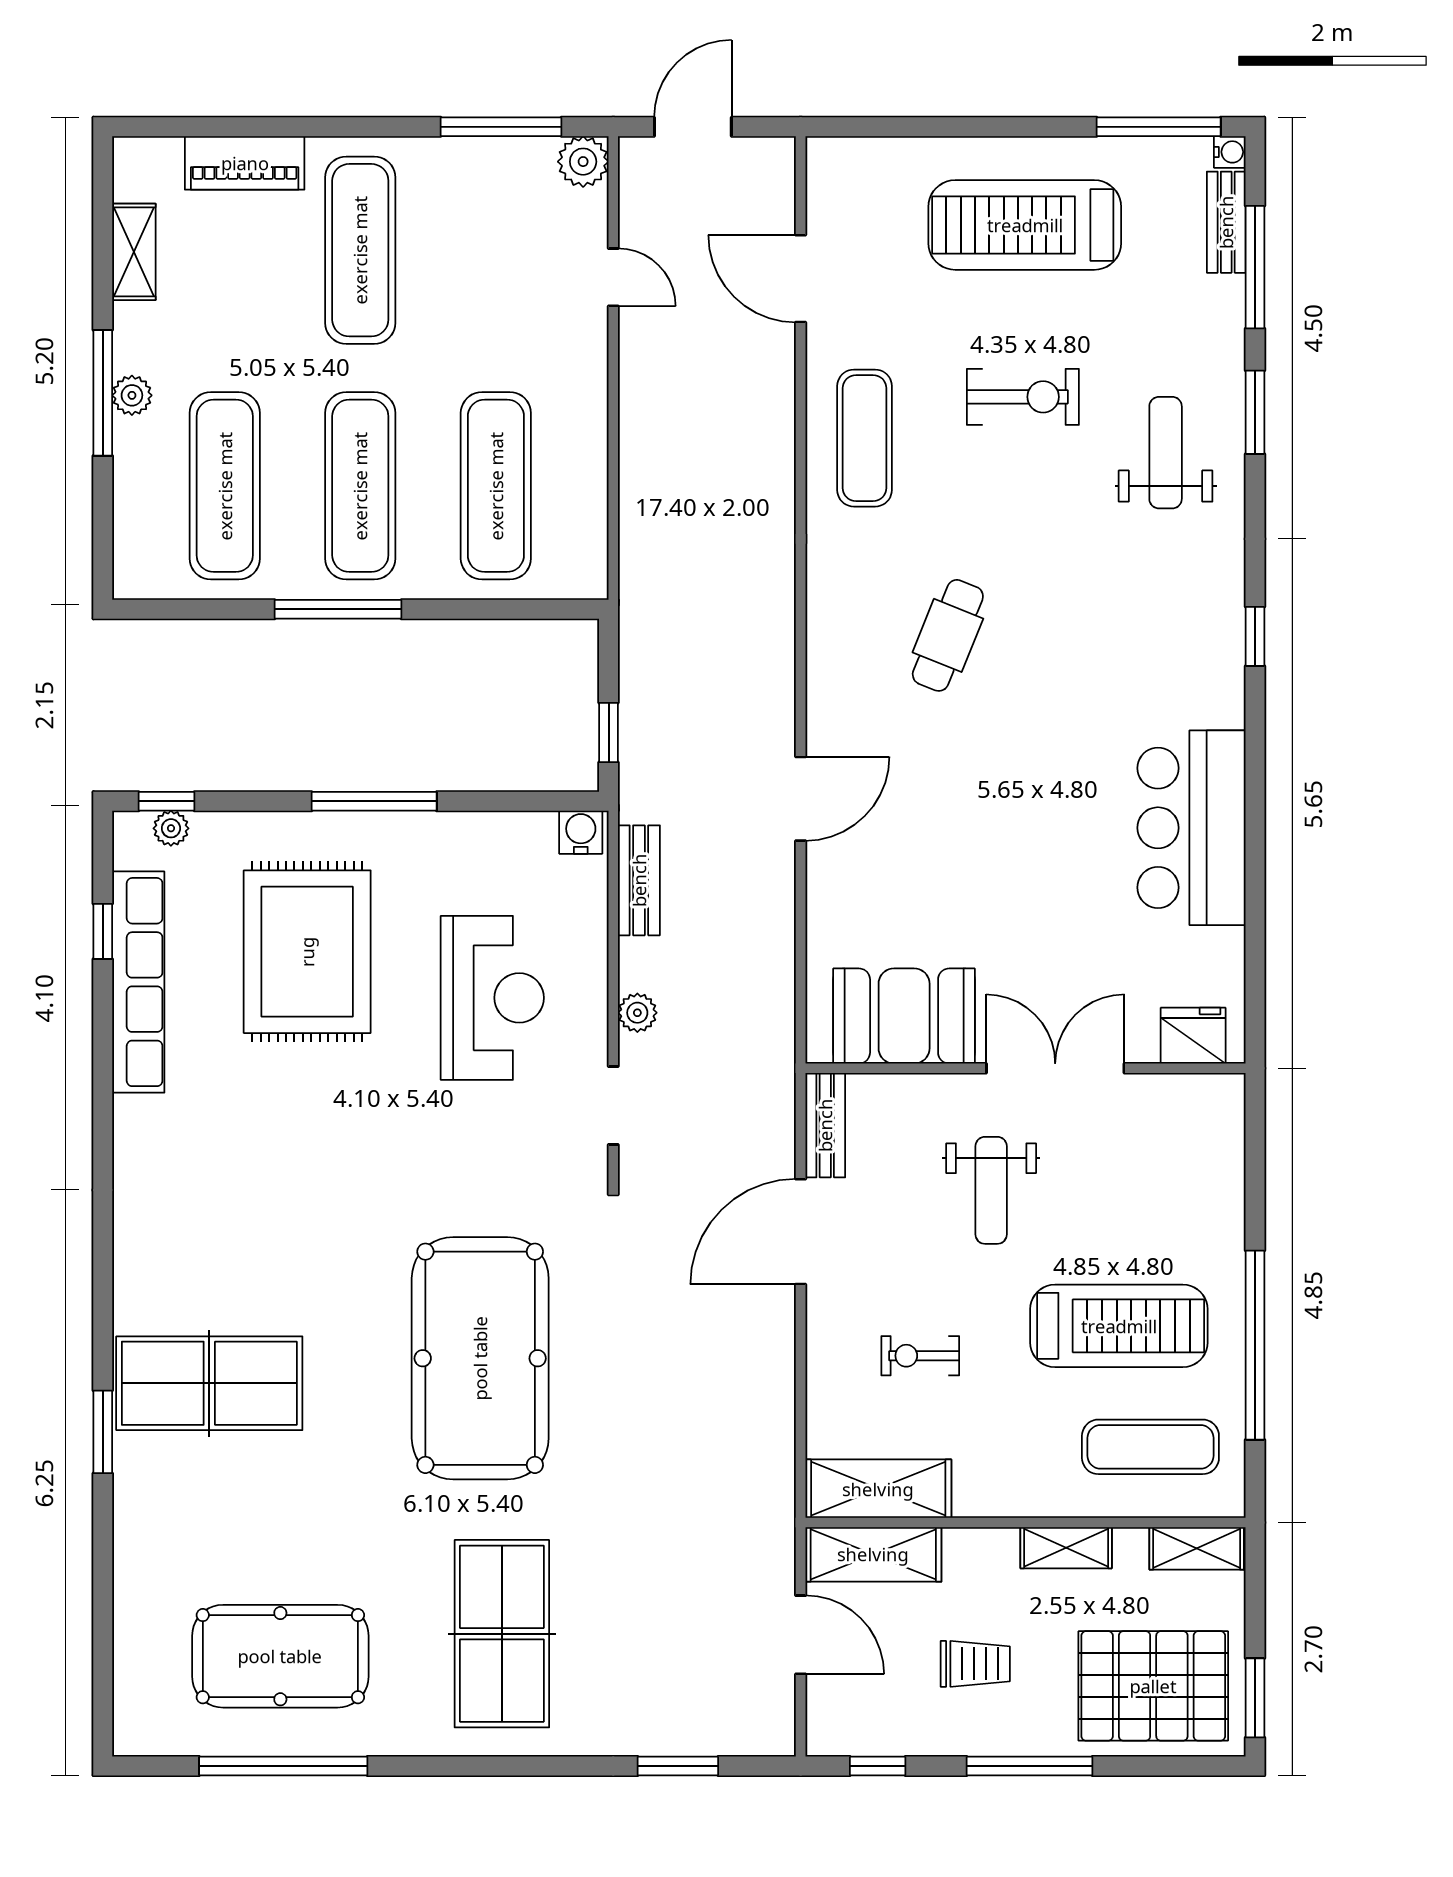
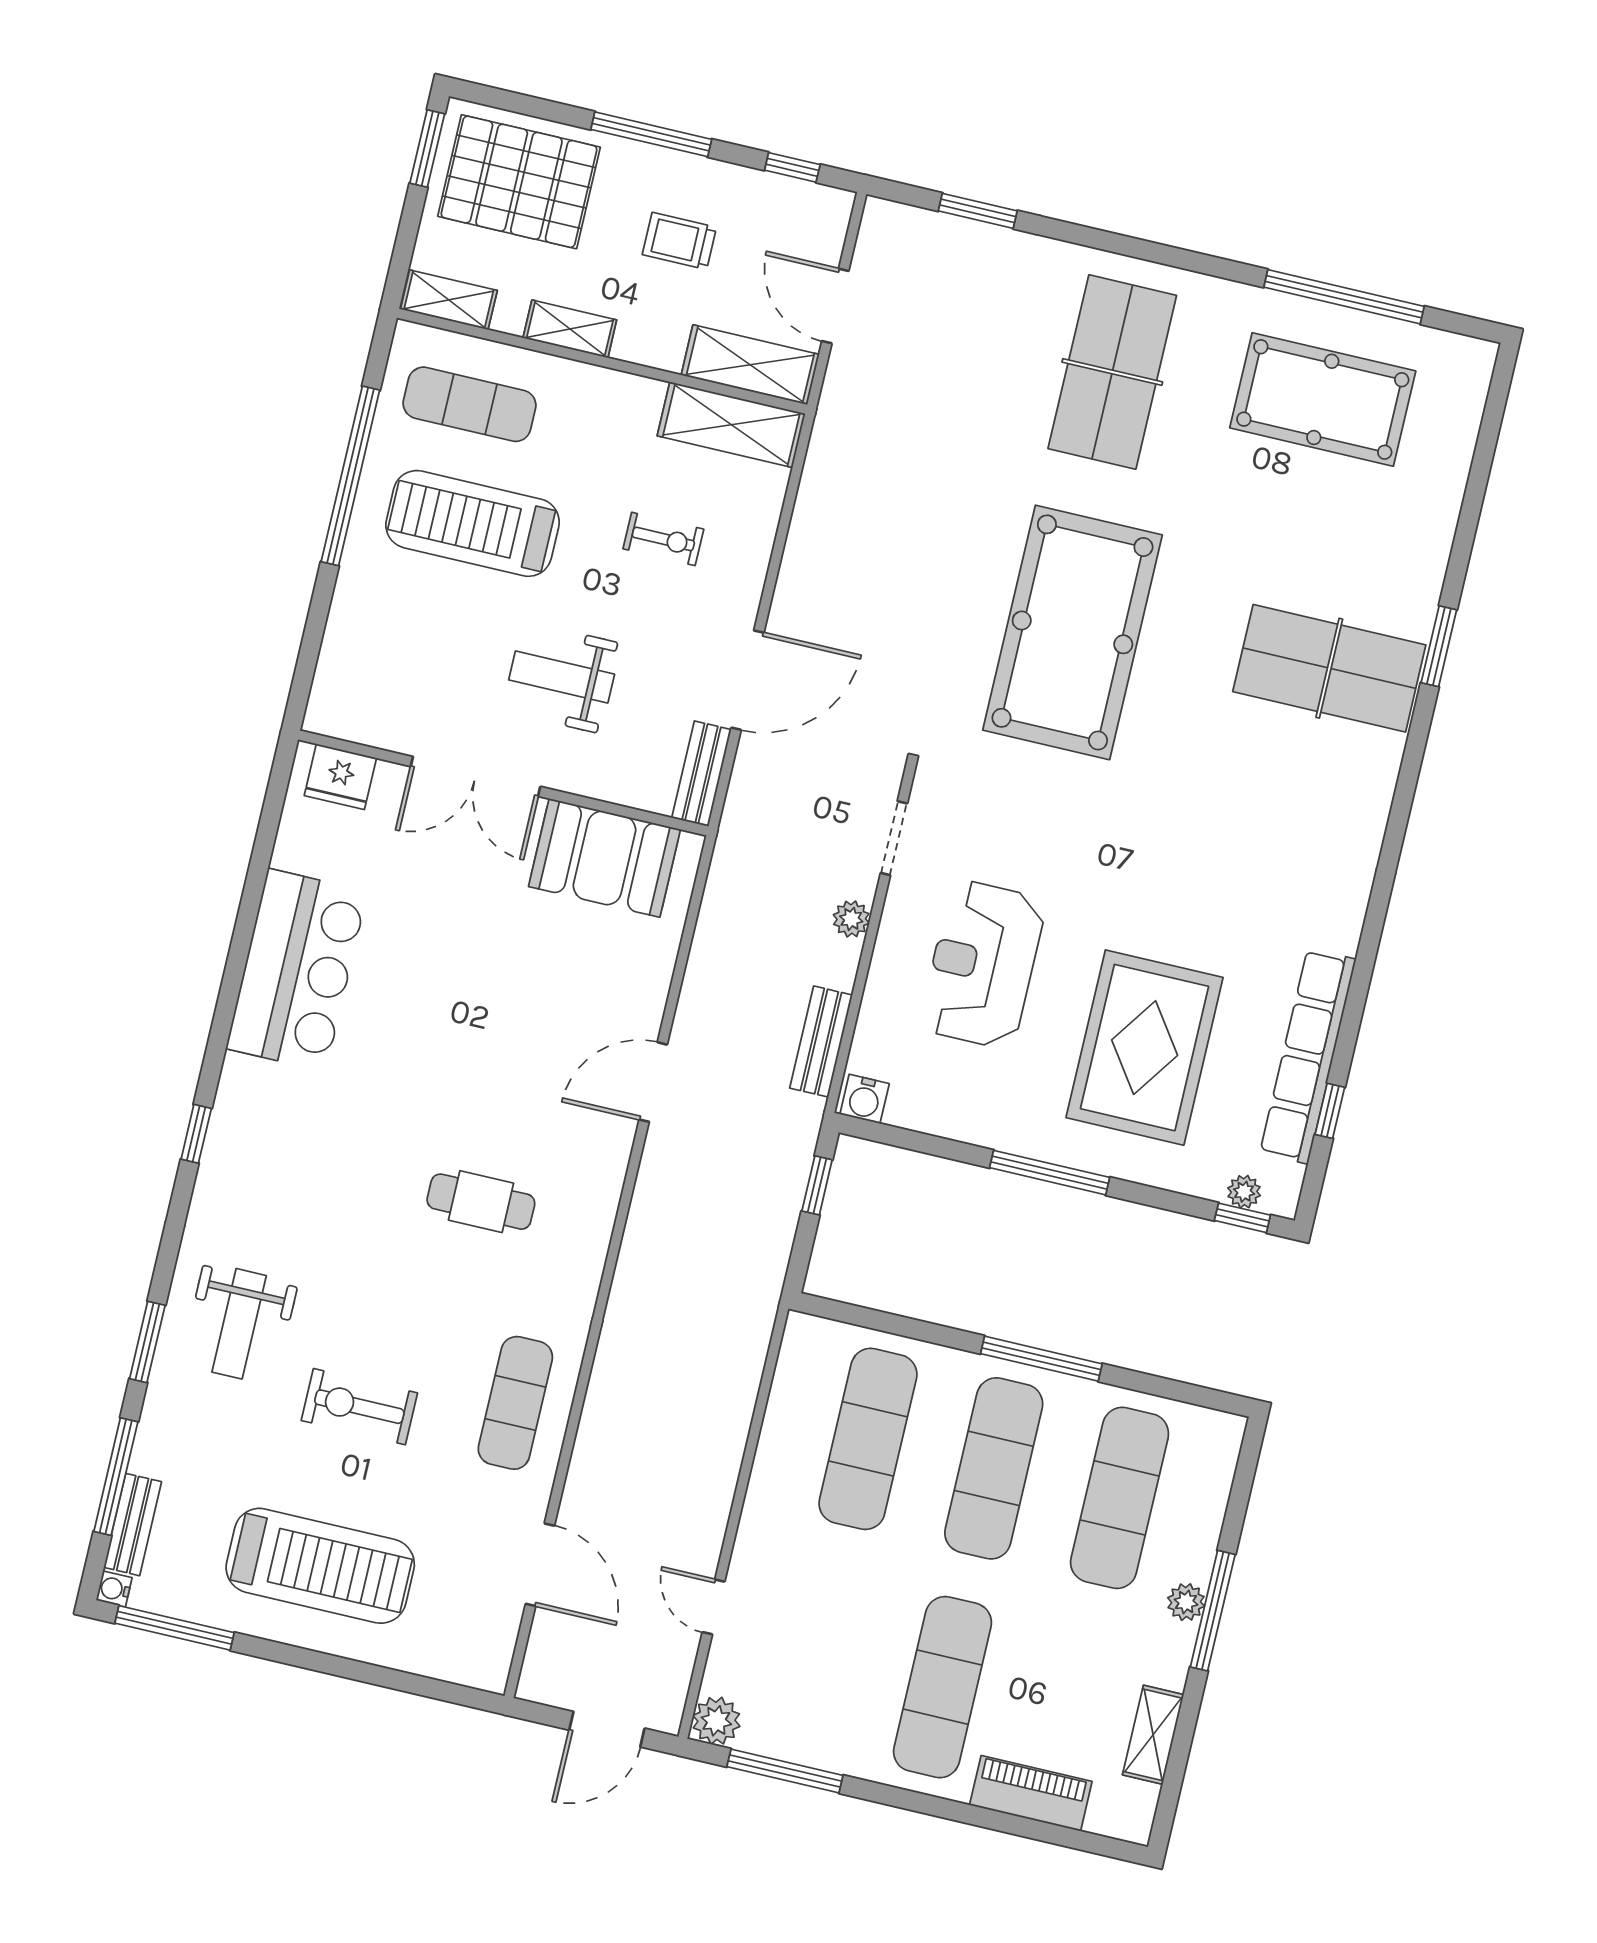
cafe table: (948, 635) -> (481, 1202), turned 68
weight bench: (991, 1190) -> (562, 677), turned -90

